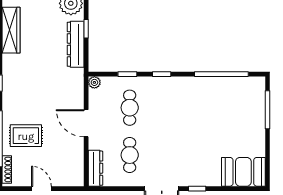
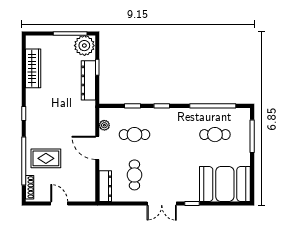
plant: (94, 82) -> (104, 125), moved
cafe table: (130, 108) -> (134, 135), turned 90
cafe table: (224, 108) -> (215, 135), added
booth: (243, 172) -> (225, 184), width x1.36, depth x1.42

